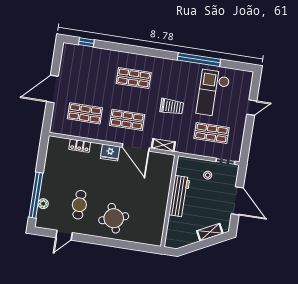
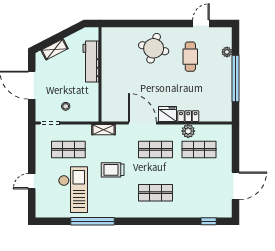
door: (52, 89) -> (236, 186), moved
plant: (93, 133) -> (188, 131), added
shelving: (163, 145) -> (104, 130), moved
locker: (80, 146) -> (188, 116), moved
window: (36, 195) -> (236, 78), moved
workbench: (179, 196) -> (91, 62), moved
round table: (114, 218) -> (154, 48), turned 34

